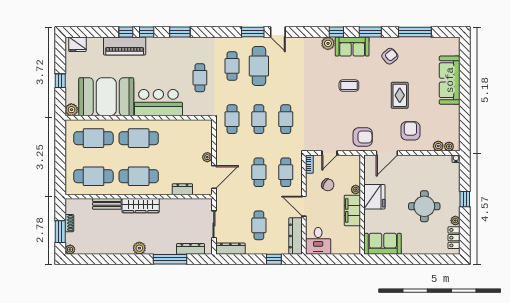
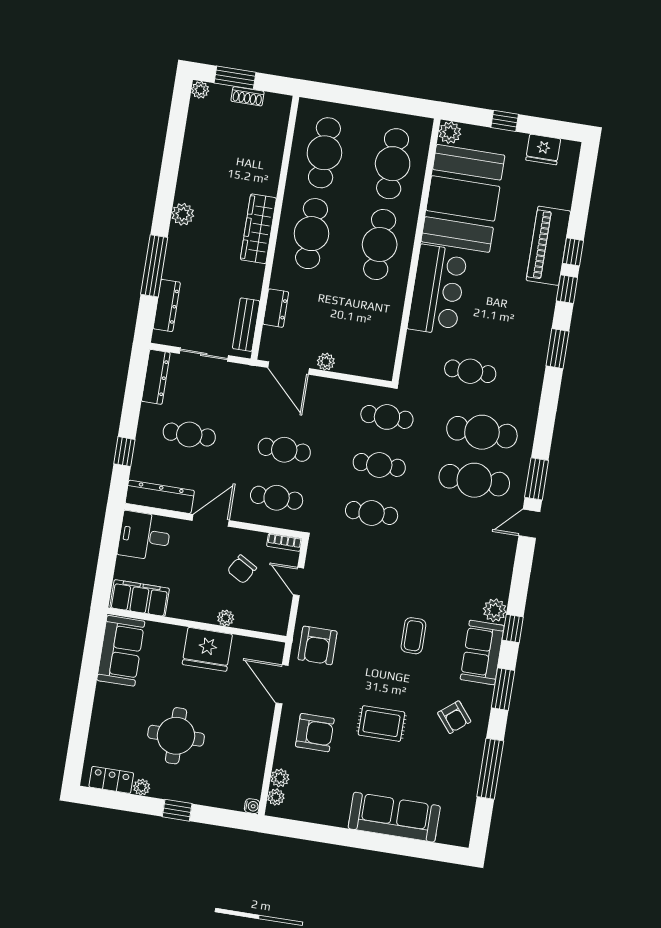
fridge: (77, 44) -> (543, 149), moved, turned -90
cafe table: (232, 66) -> (482, 432), width x1.37, depth x1.35
bench: (107, 204) -> (246, 325), moved
filing cabinet: (352, 210) -> (140, 598), moved

